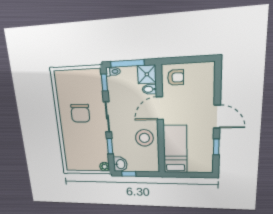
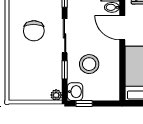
door: (160, 108) -> (122, 28), hinge flipped
stool: (144, 138) -> (89, 64), moved

